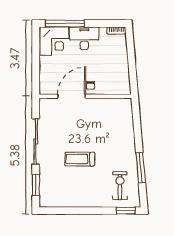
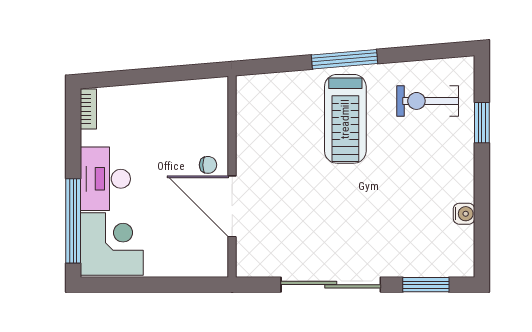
treadmill: (80, 159) -> (345, 119), moved, width x1.37, depth x1.38
window: (141, 168) -> (345, 59), moved
water cooler: (68, 202) -> (464, 214), added
window: (126, 211) -> (482, 123), moved

